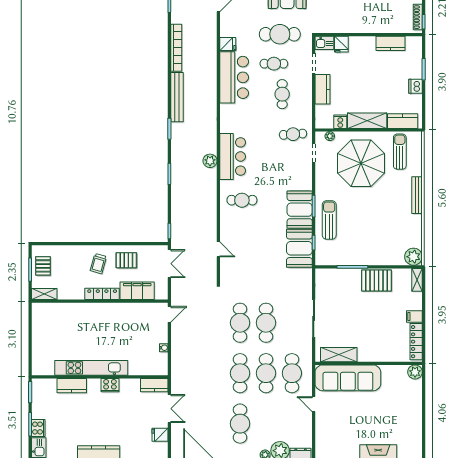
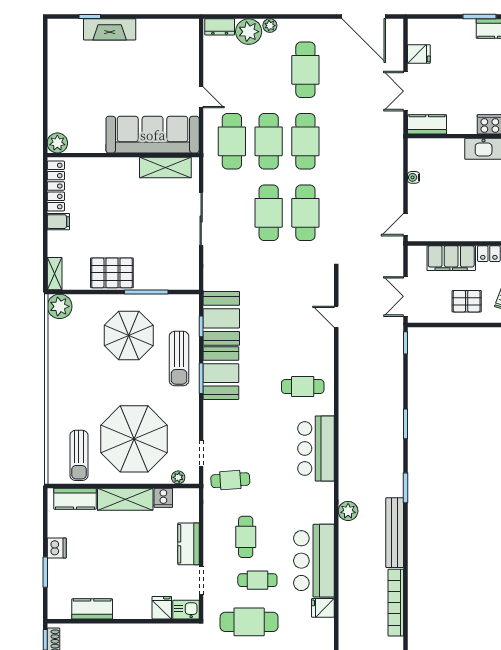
plant: (210, 161) -> (348, 511), moved
bench: (417, 195) -> (55, 394), removed
parasol: (365, 236) -> (129, 335), added

